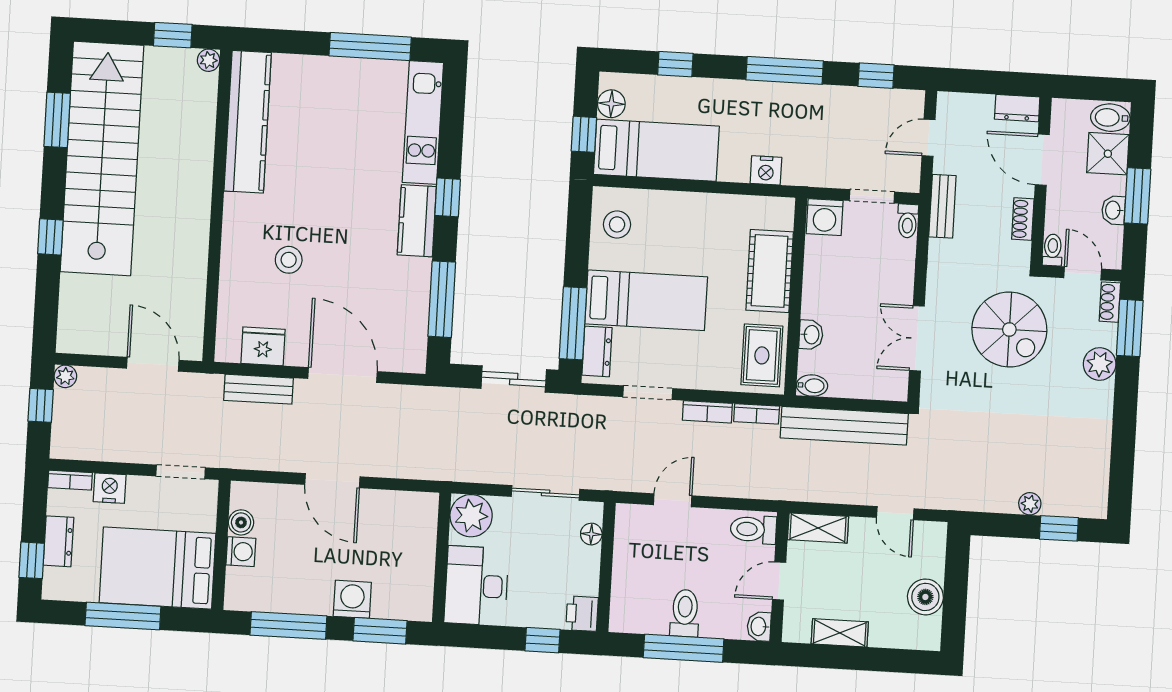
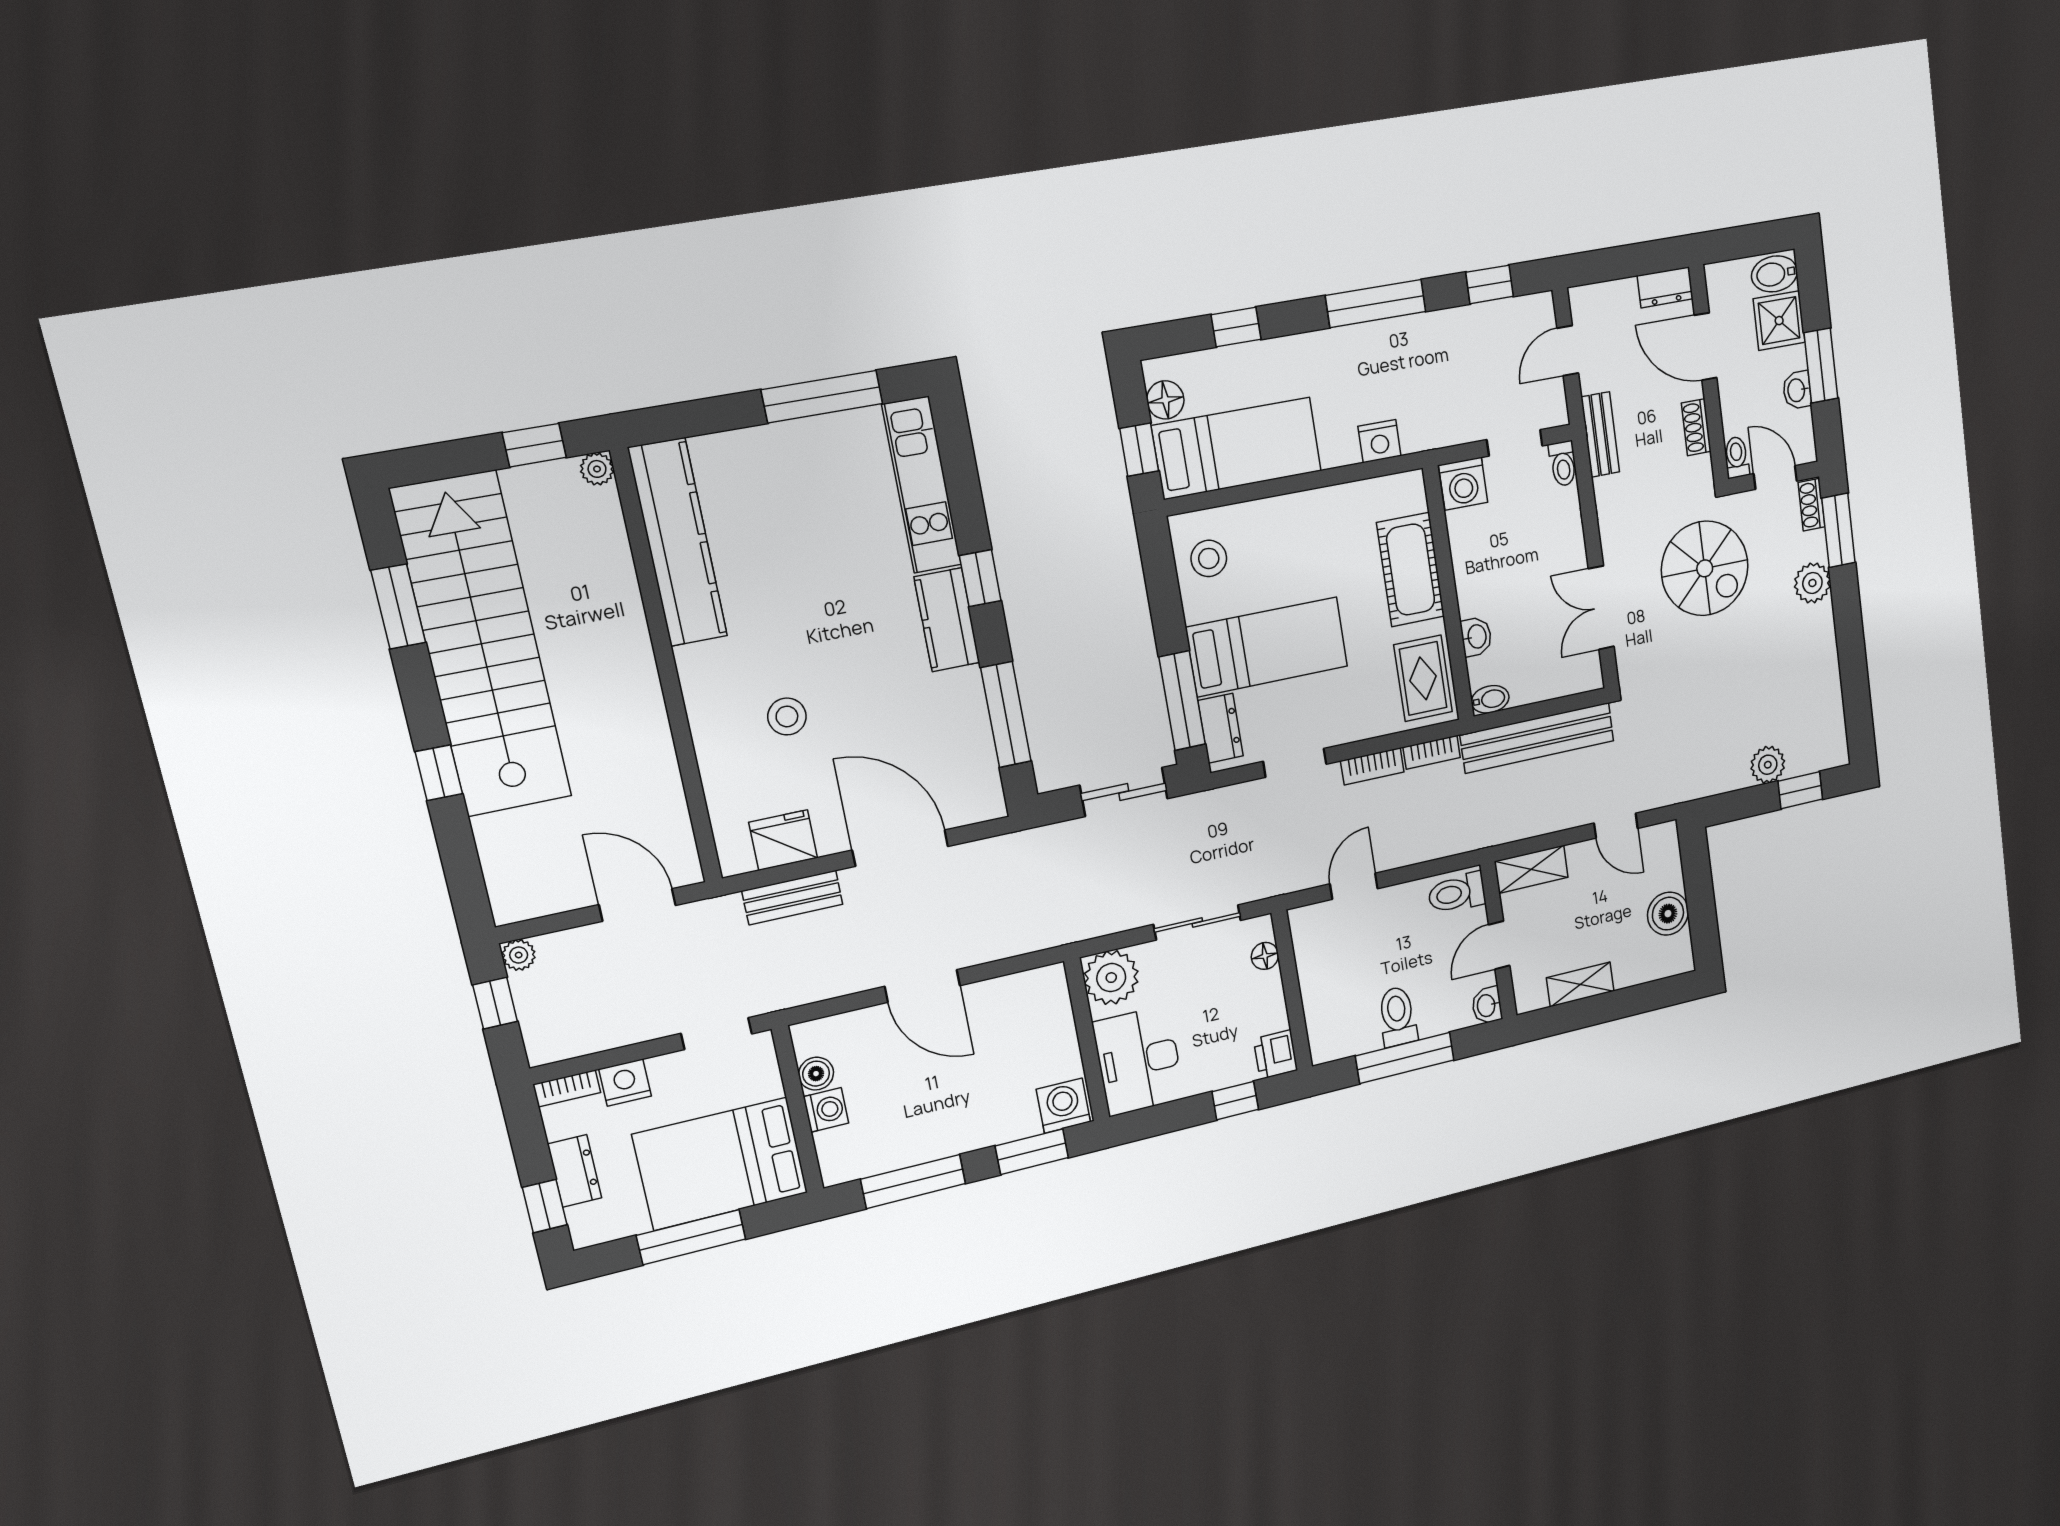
plant: (1030, 504) -> (1768, 765), width x1.38, depth x1.38
washing machine: (352, 599) -> (1063, 1106), moved

